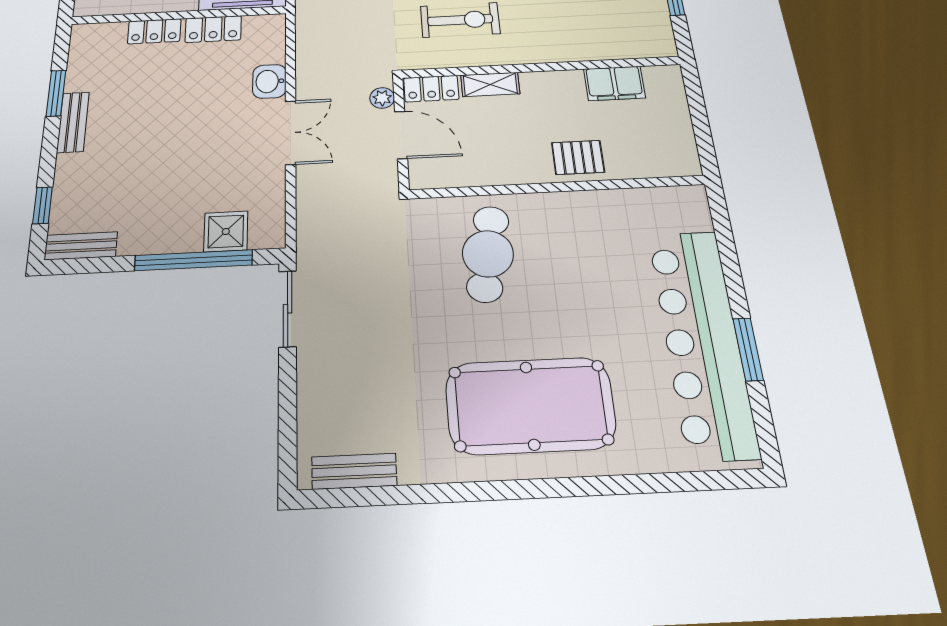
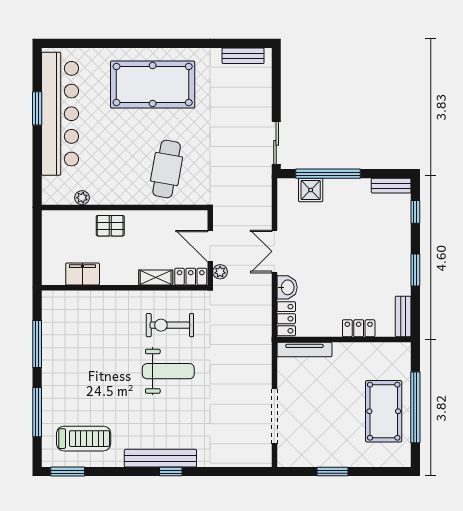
locker: (213, 29) -> (286, 319), moved, turned 90
window: (56, 93) -> (415, 270), moved
bench: (73, 122) -> (403, 316), moved
plant: (635, 199) -> (82, 198), added

